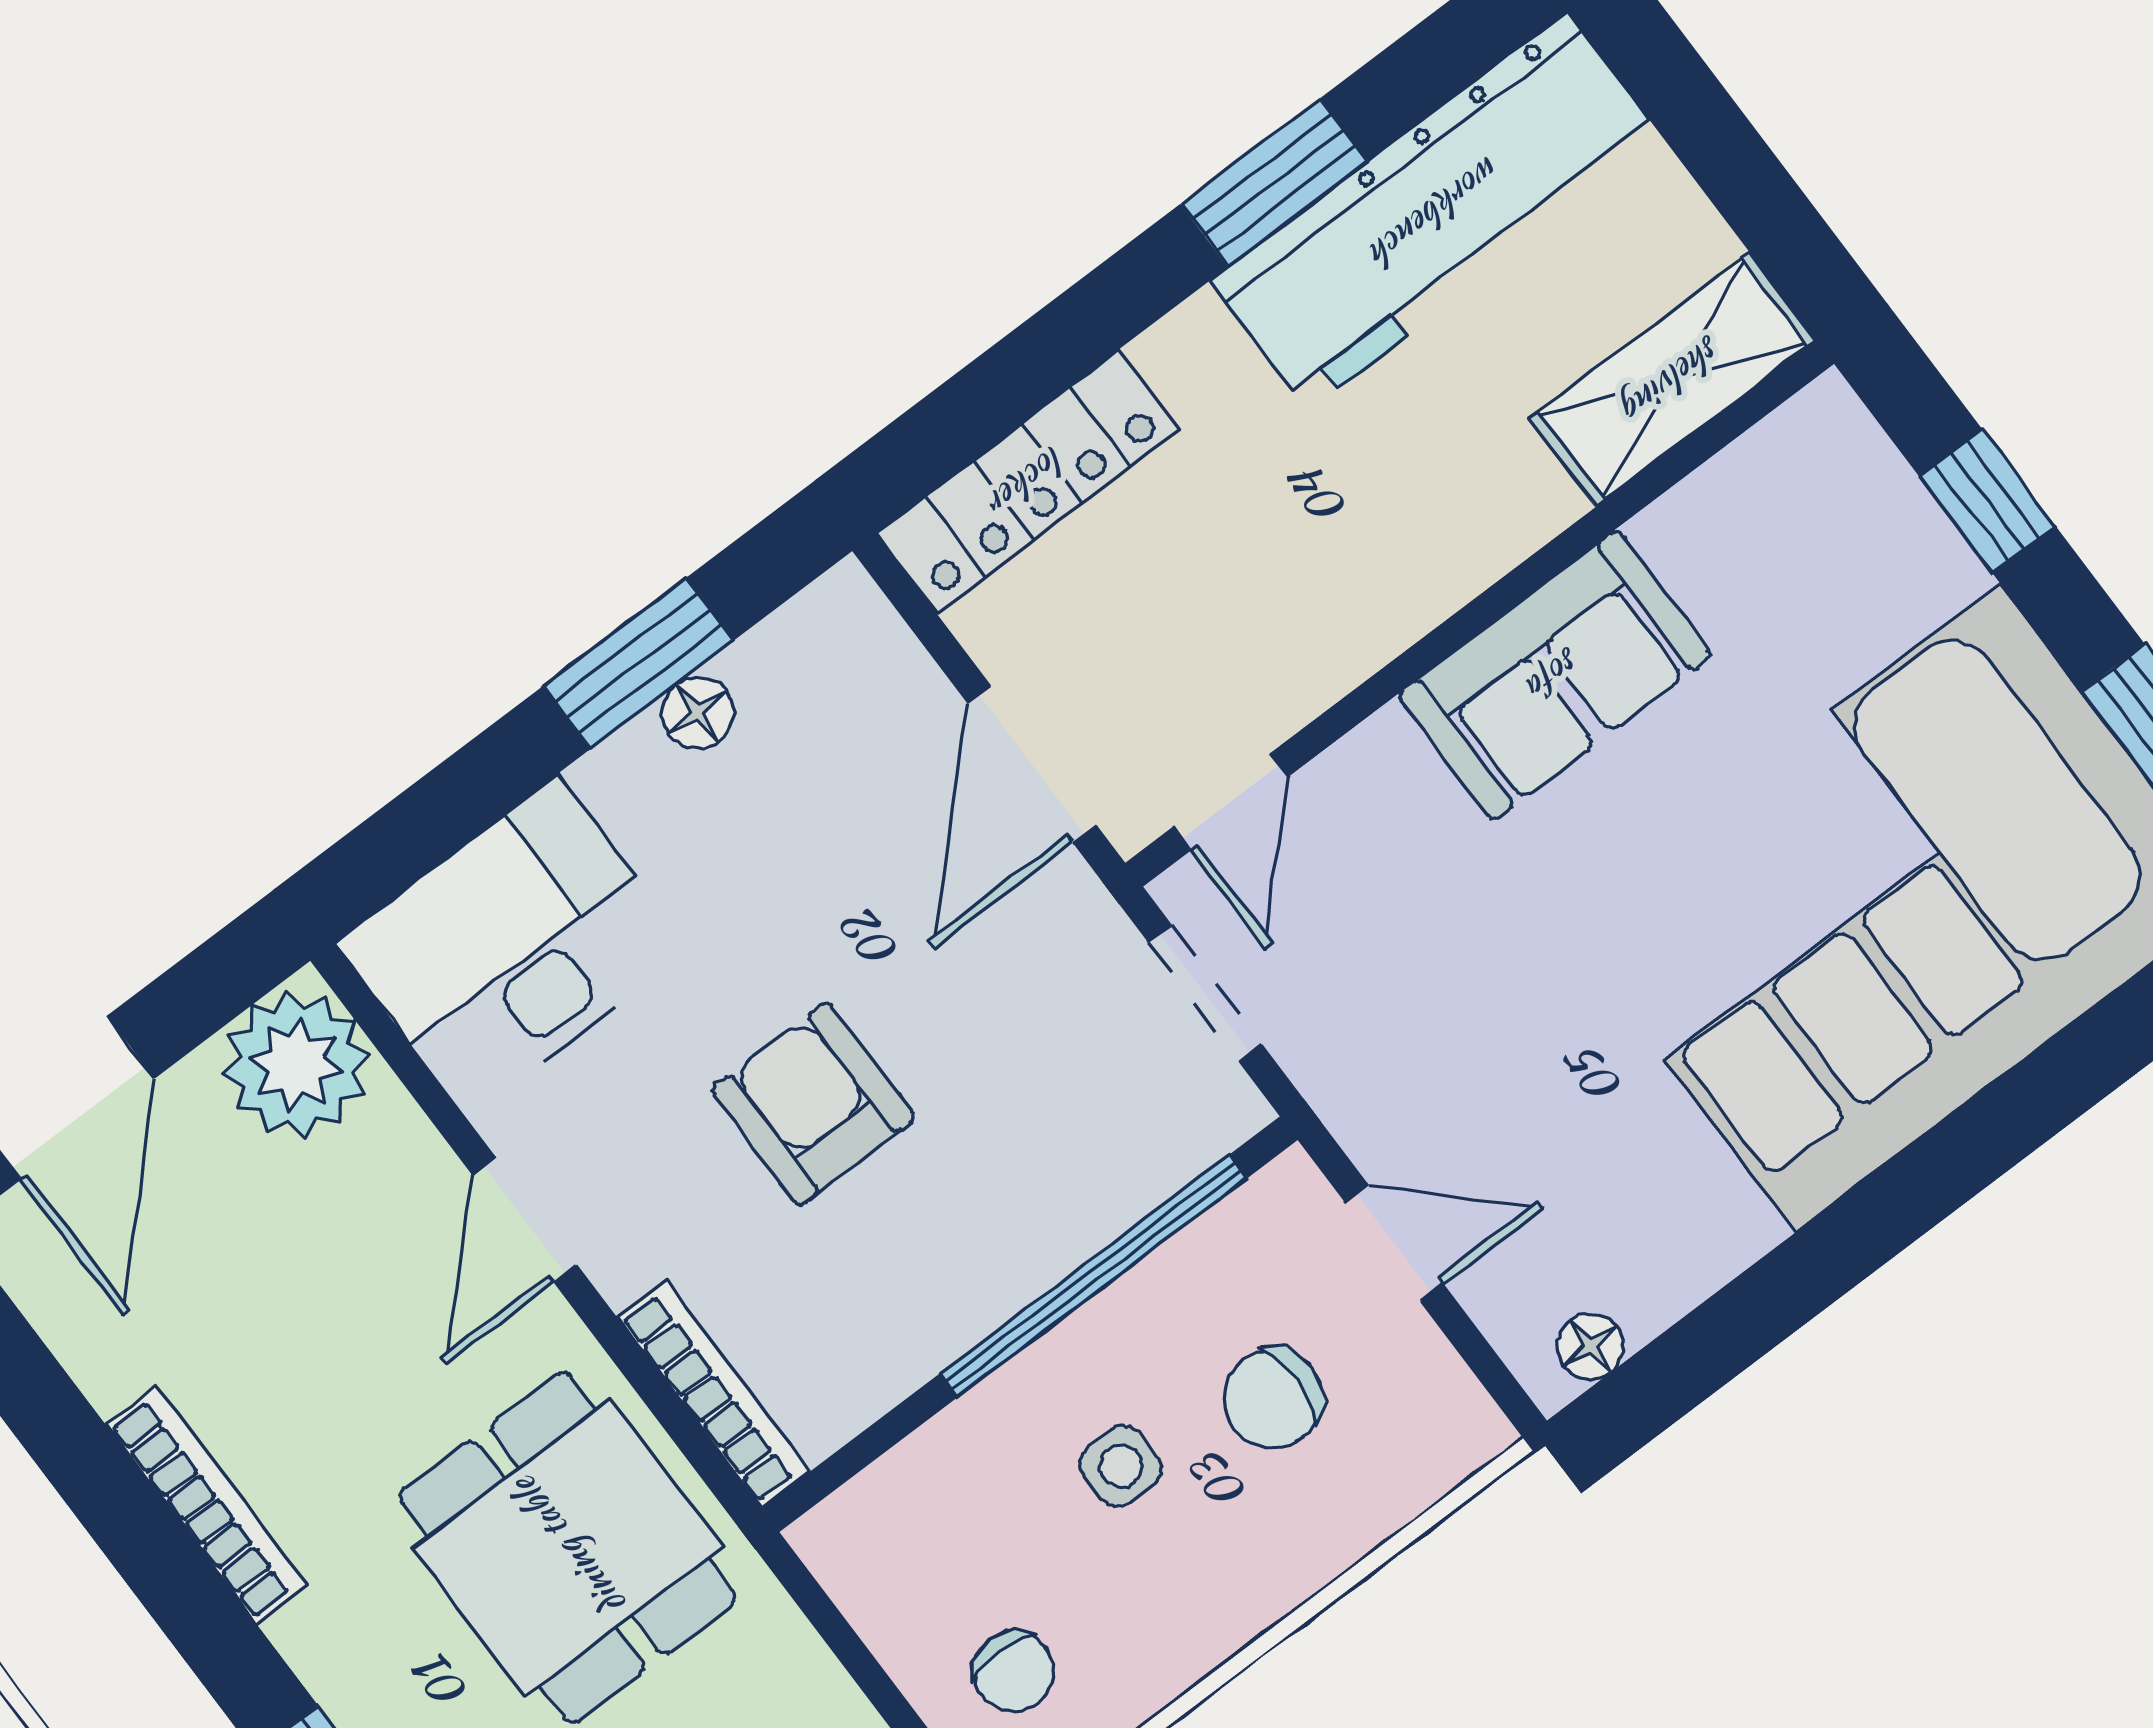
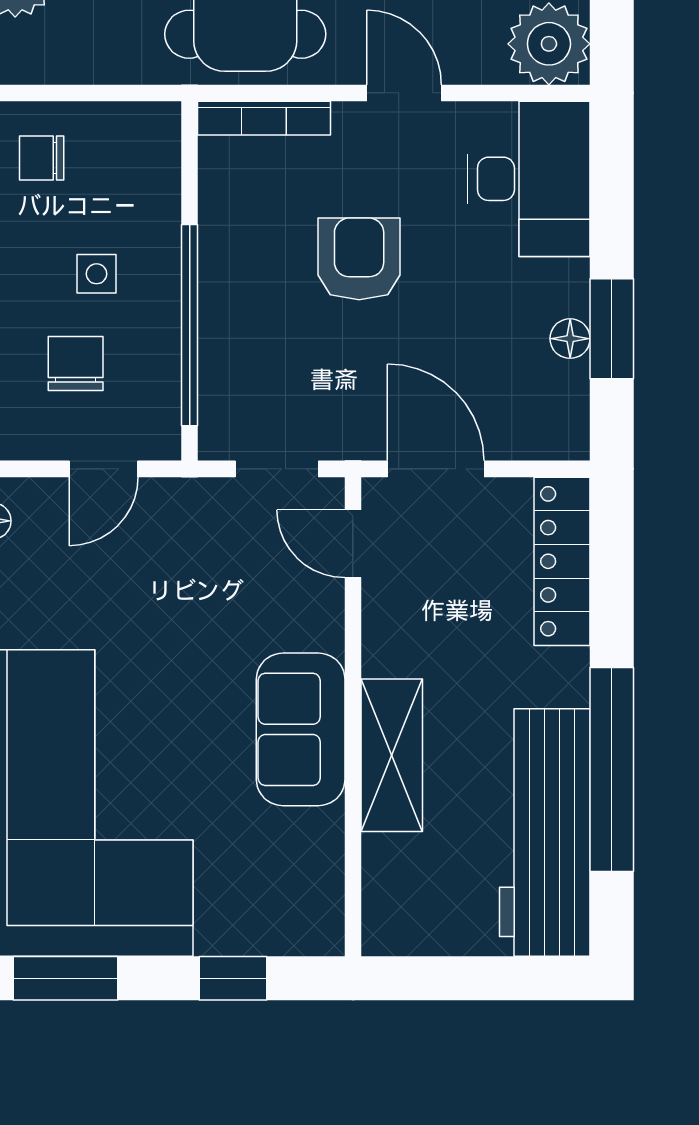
window: (1274, 183) -> (612, 770), width x2.11
shelving: (1673, 380) -> (392, 755), moved
armchair: (813, 1104) -> (359, 259), turned -90

